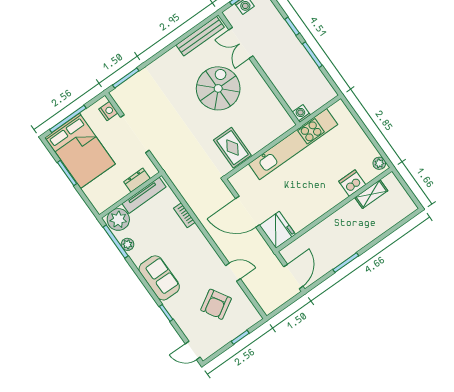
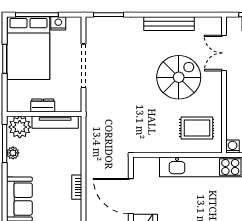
bench: (200, 36) -> (169, 24), moved
nightstand: (108, 111) -> (58, 23), moved, turned -90
rug: (232, 148) -> (197, 128), moved, turned 90
dresser: (137, 180) -> (43, 105), moved
bookcase: (184, 215) -> (77, 187), moved

